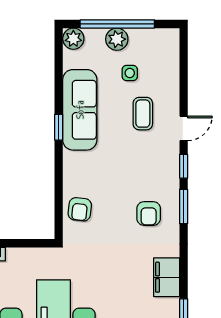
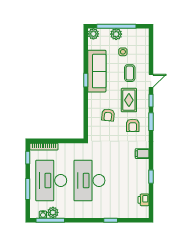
rug: (141, 165) -> (129, 100), added
armchair: (80, 209) -> (108, 115), moved
filing cabinet: (167, 277) -> (142, 154), width x0.50

